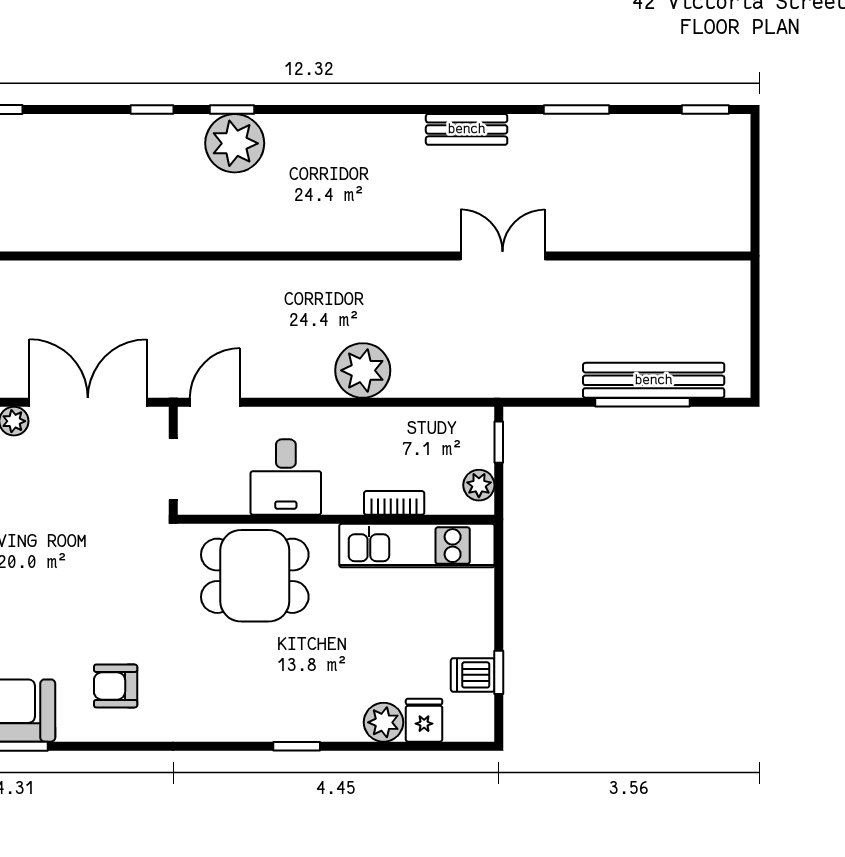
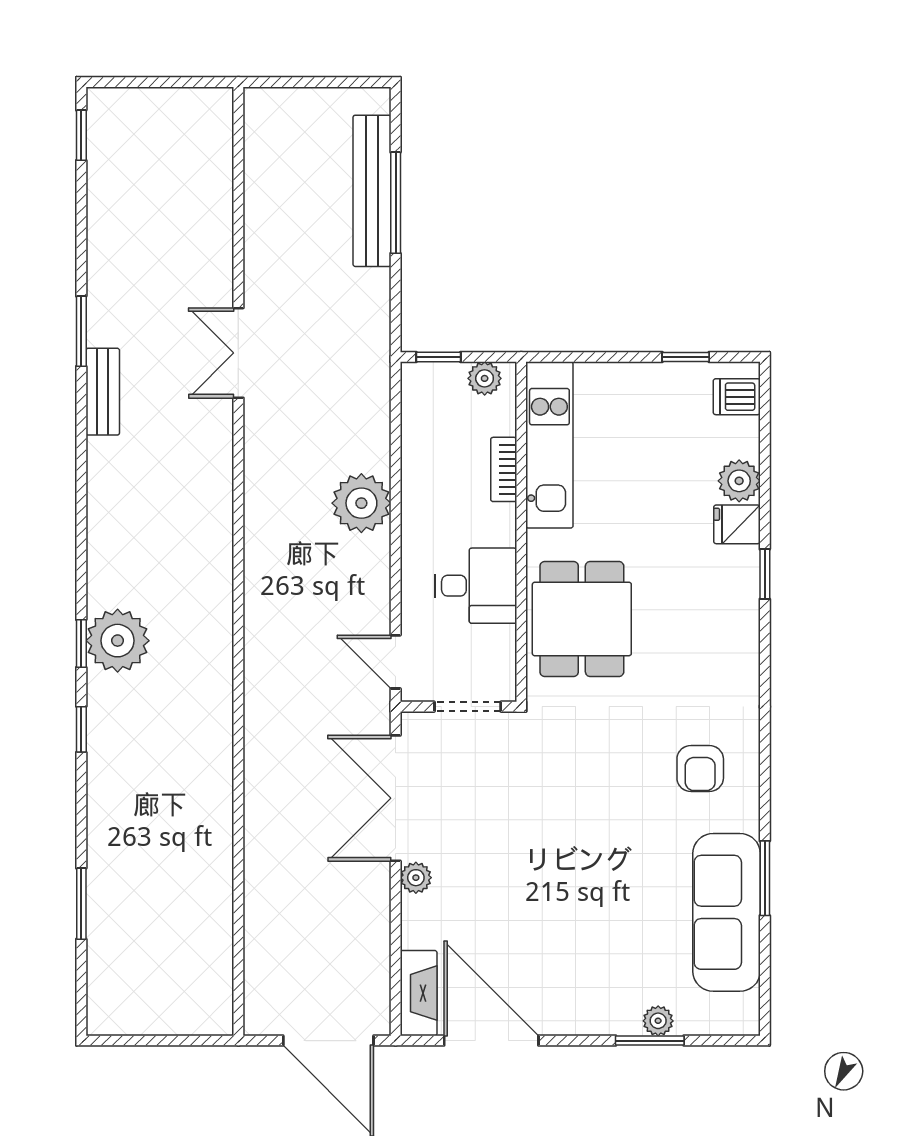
window: (576, 110) -> (81, 331), moved
dishwasher: (473, 675) -> (737, 397), moved, turned 90
fridge: (424, 720) -> (737, 524), moved

